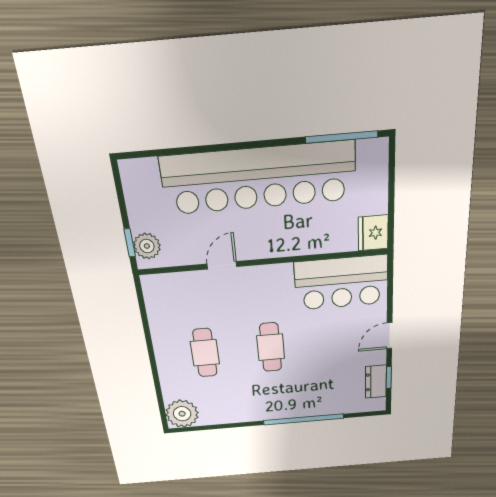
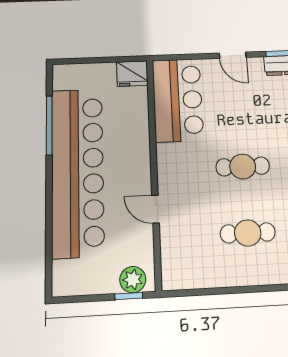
window: (342, 137) -> (49, 125), moved

